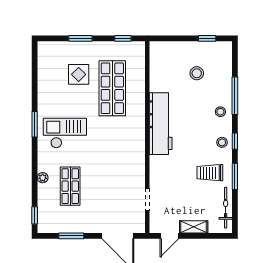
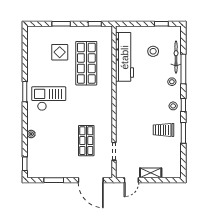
workbench: (161, 124) -> (125, 57), moved
shop shelf: (70, 186) -> (86, 141), moved
bicycle: (226, 208) -> (176, 57), moved

